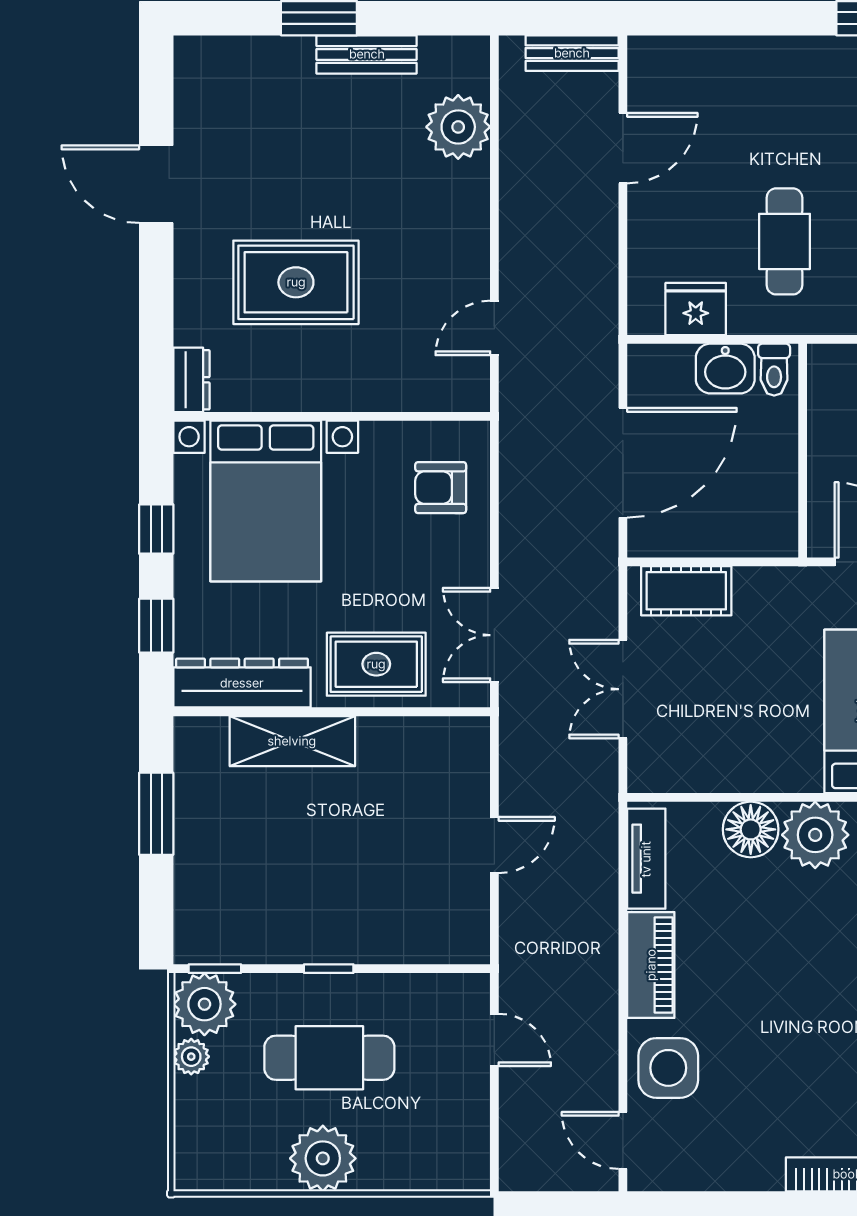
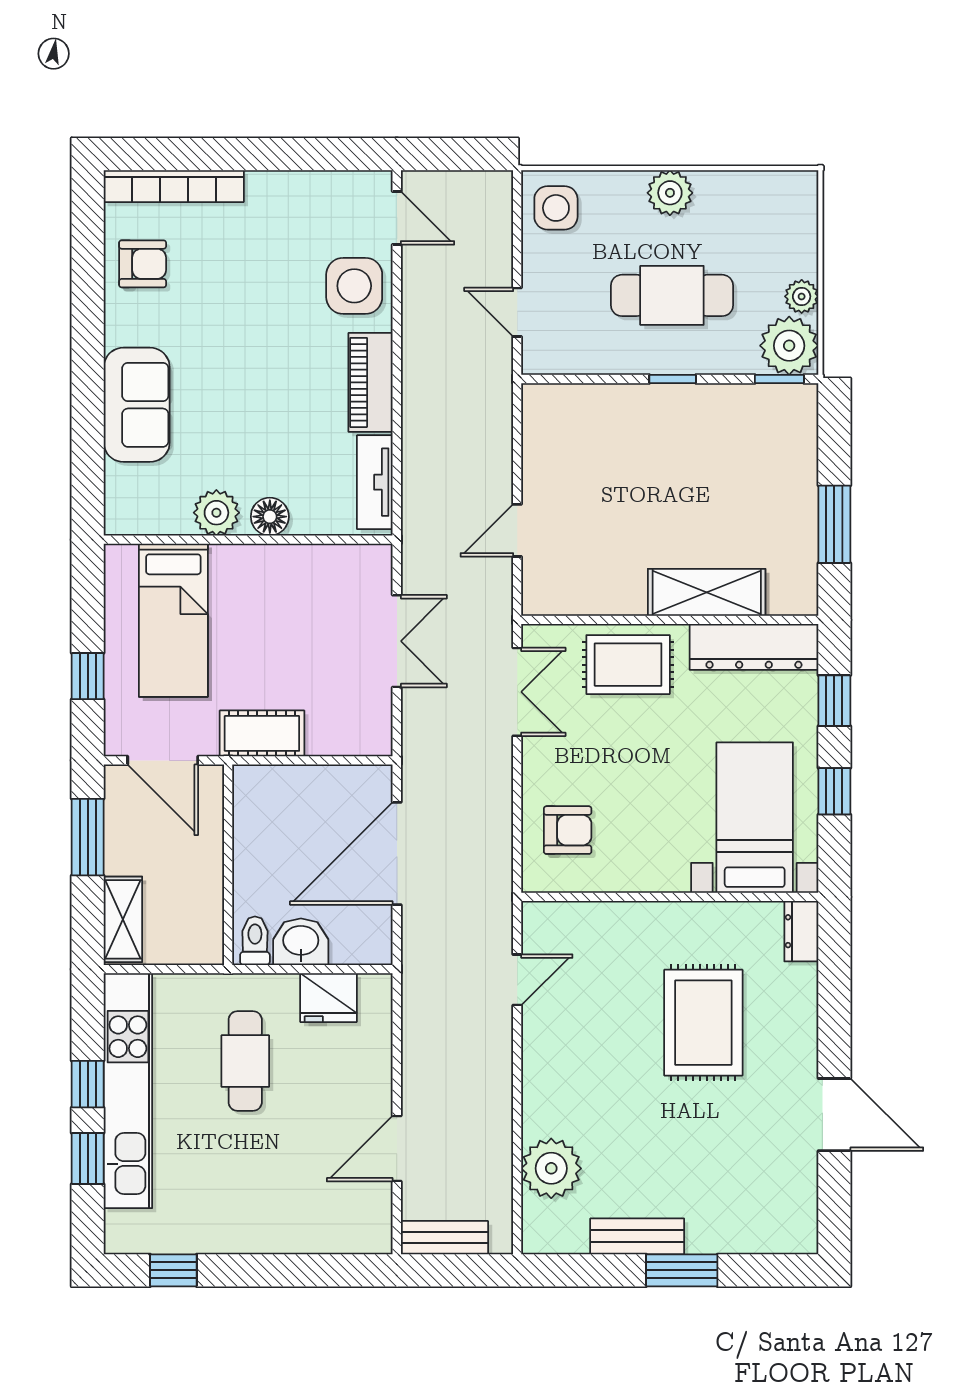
rug: (296, 282) -> (703, 1023), turned 90
bed with nightstands: (266, 501) -> (755, 818), width x0.73
cot: (686, 591) -> (262, 733), moved
floor lamp: (751, 829) -> (270, 517), width x0.73, depth x0.73
plant: (815, 835) -> (216, 513), width x0.73, depth x0.73
door: (494, 845) -> (517, 530), moved
side table: (453, 1151) -> (556, 208), added
plant: (323, 1158) -> (670, 193), width x0.73, depth x0.73

